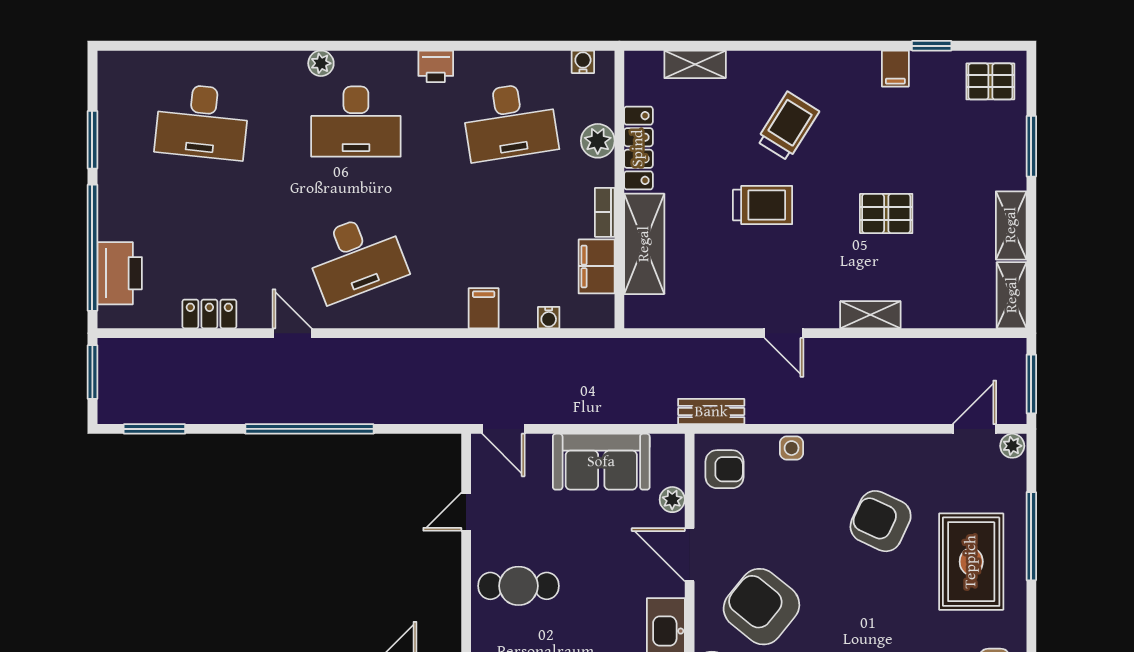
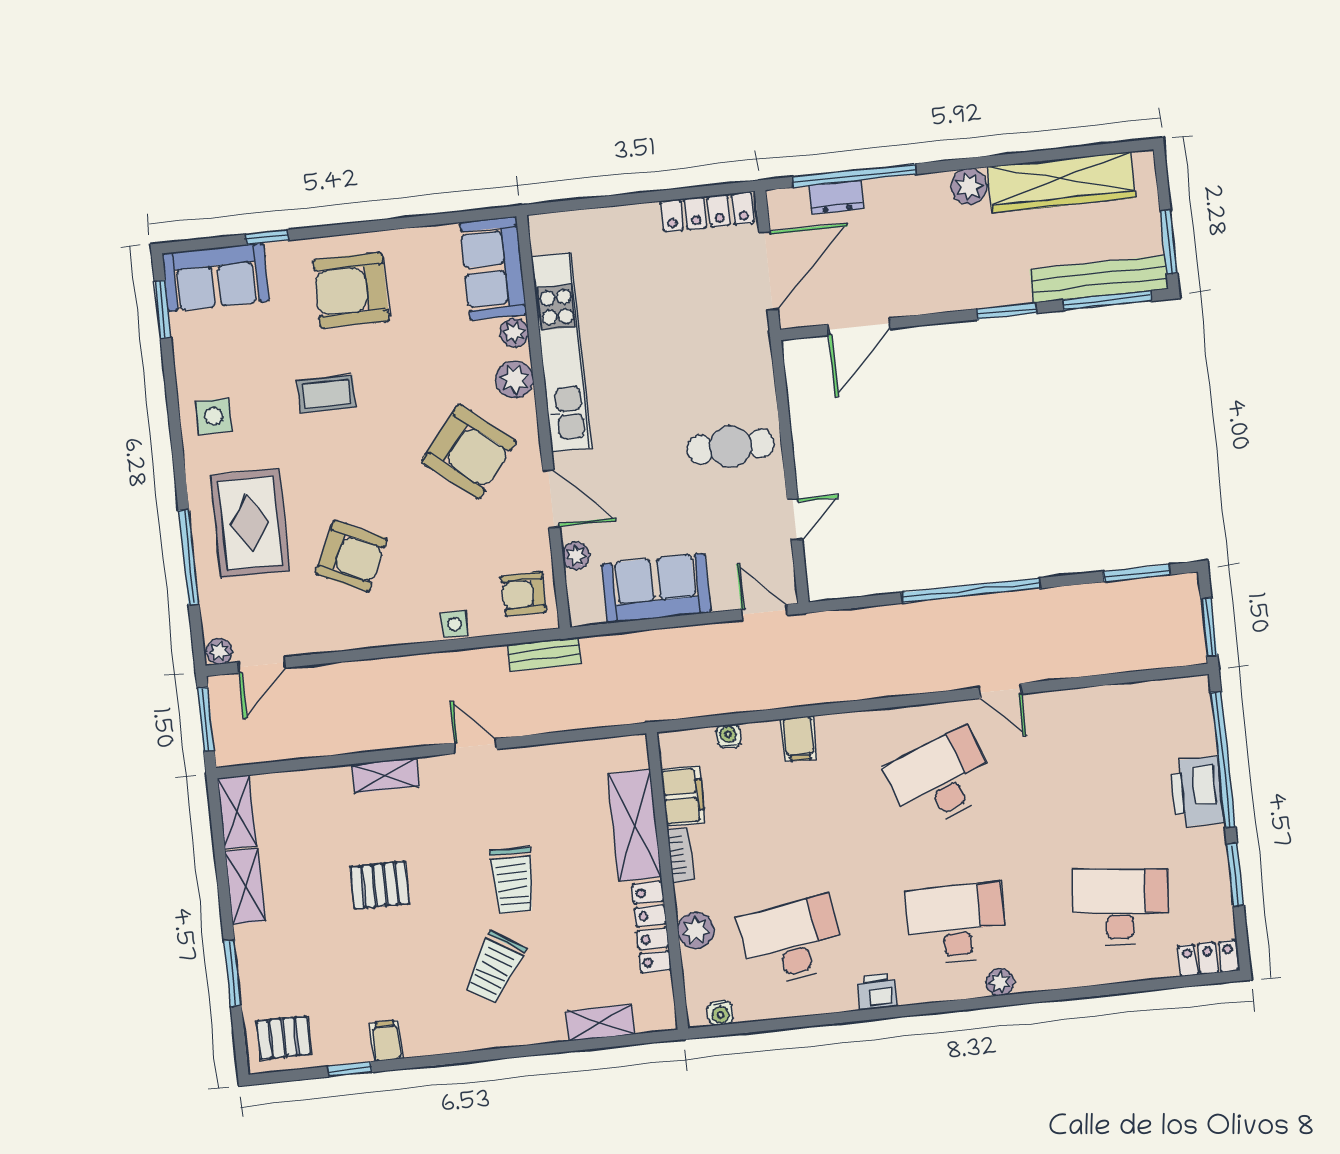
trolley: (763, 205) -> (513, 880), turned -90
printer: (120, 273) -> (1197, 792), moved
locker: (209, 314) -> (1208, 958), moved, turned 180

